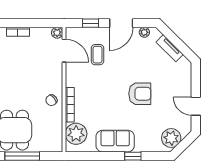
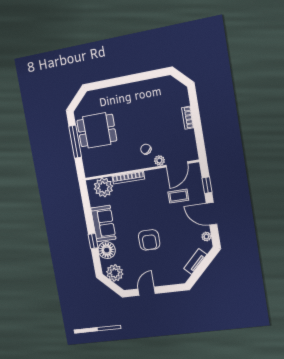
plant: (57, 33) -> (159, 160), moved
chair: (51, 100) -> (146, 149), moved
floor lamp: (145, 143) -> (107, 250), added

